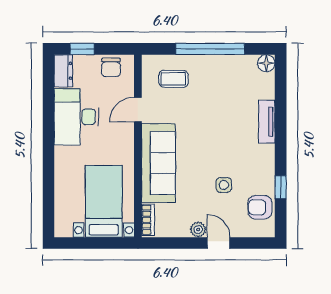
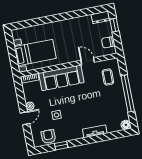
desk: (76, 117) -> (77, 29), removed

